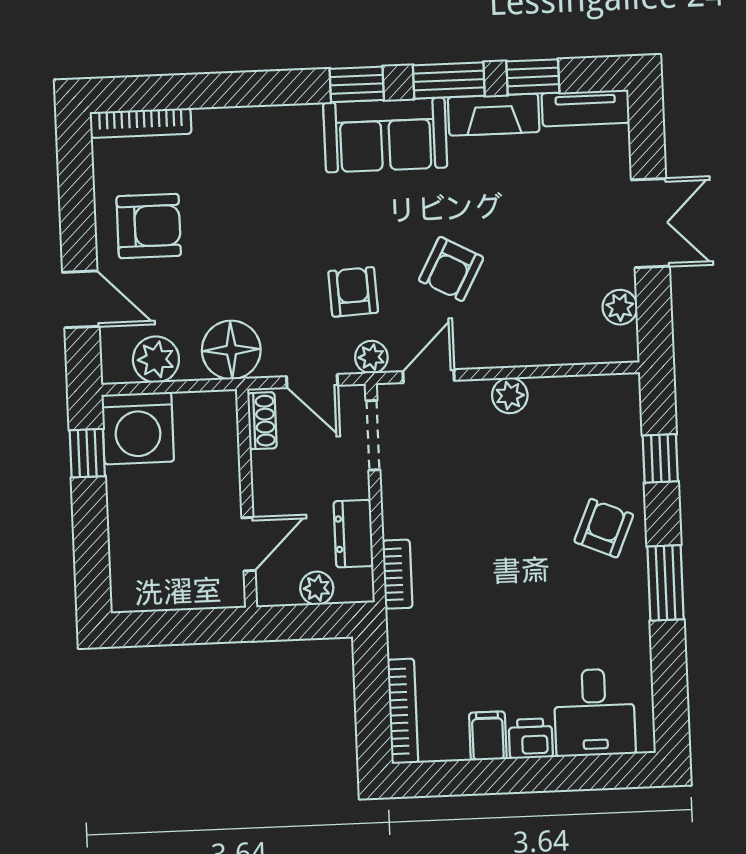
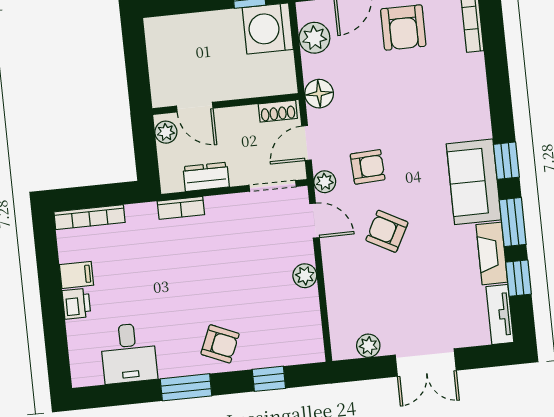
floor lamp: (231, 350) -> (319, 94), width x0.73, depth x0.73
plant: (317, 588) -> (166, 132), moved
desk: (594, 712) -> (129, 353), moved, turned -90

